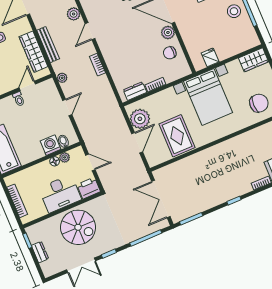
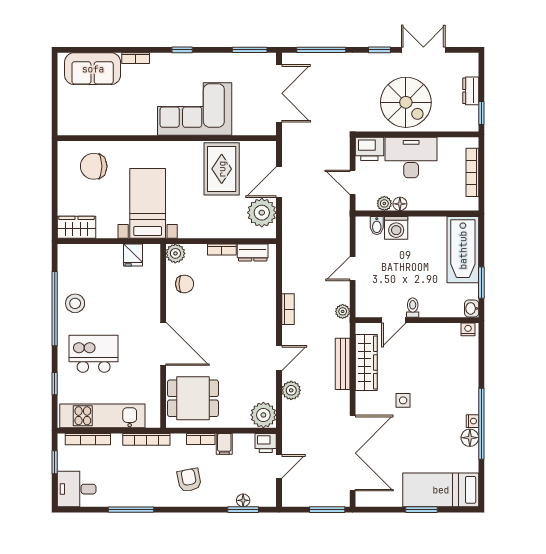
plant: (168, 32) -> (175, 253), moved
bed with nightstands: (208, 97) -> (148, 203), width x0.73
corner sofa: (210, 167) -> (195, 109), added
spiral stairs: (78, 227) -> (406, 102), turned 180

